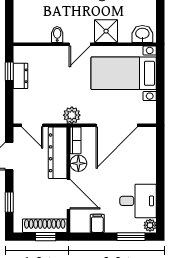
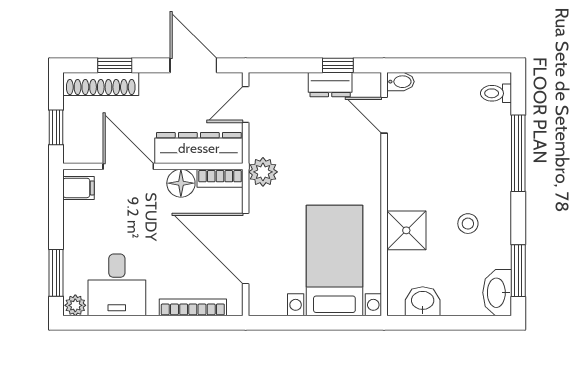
washbasin: (142, 34) -> (423, 301), moved, turned -90
bidet: (57, 35) -> (400, 82), moved
door: (80, 44) -> (384, 115), moved
bookcase: (151, 156) -> (193, 307), added
door: (69, 194) -> (128, 166), swing flipped
filing cabinet: (97, 223) -> (79, 188), moved
shoe rack: (45, 226) -> (101, 84), moved, turned 90

